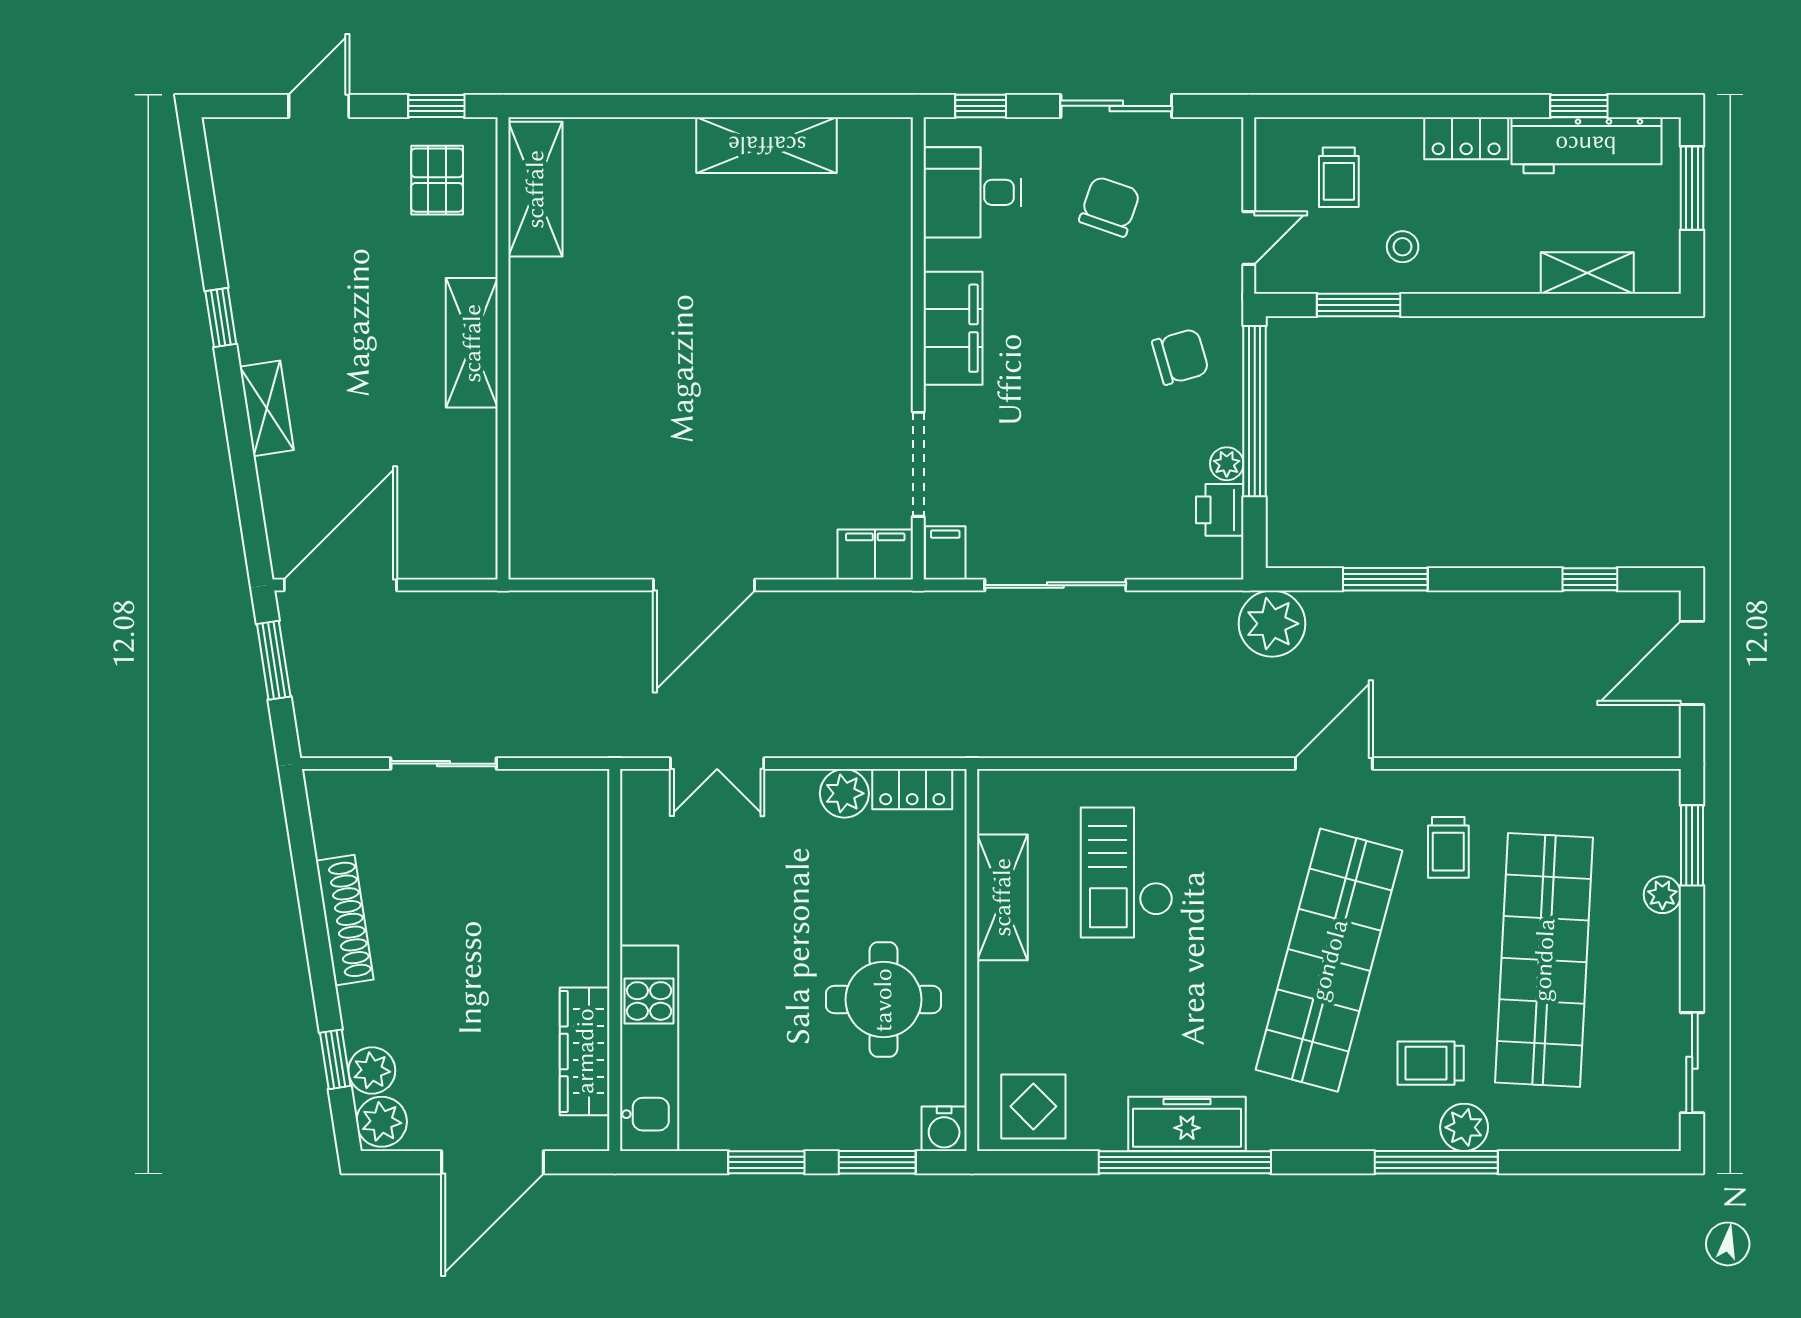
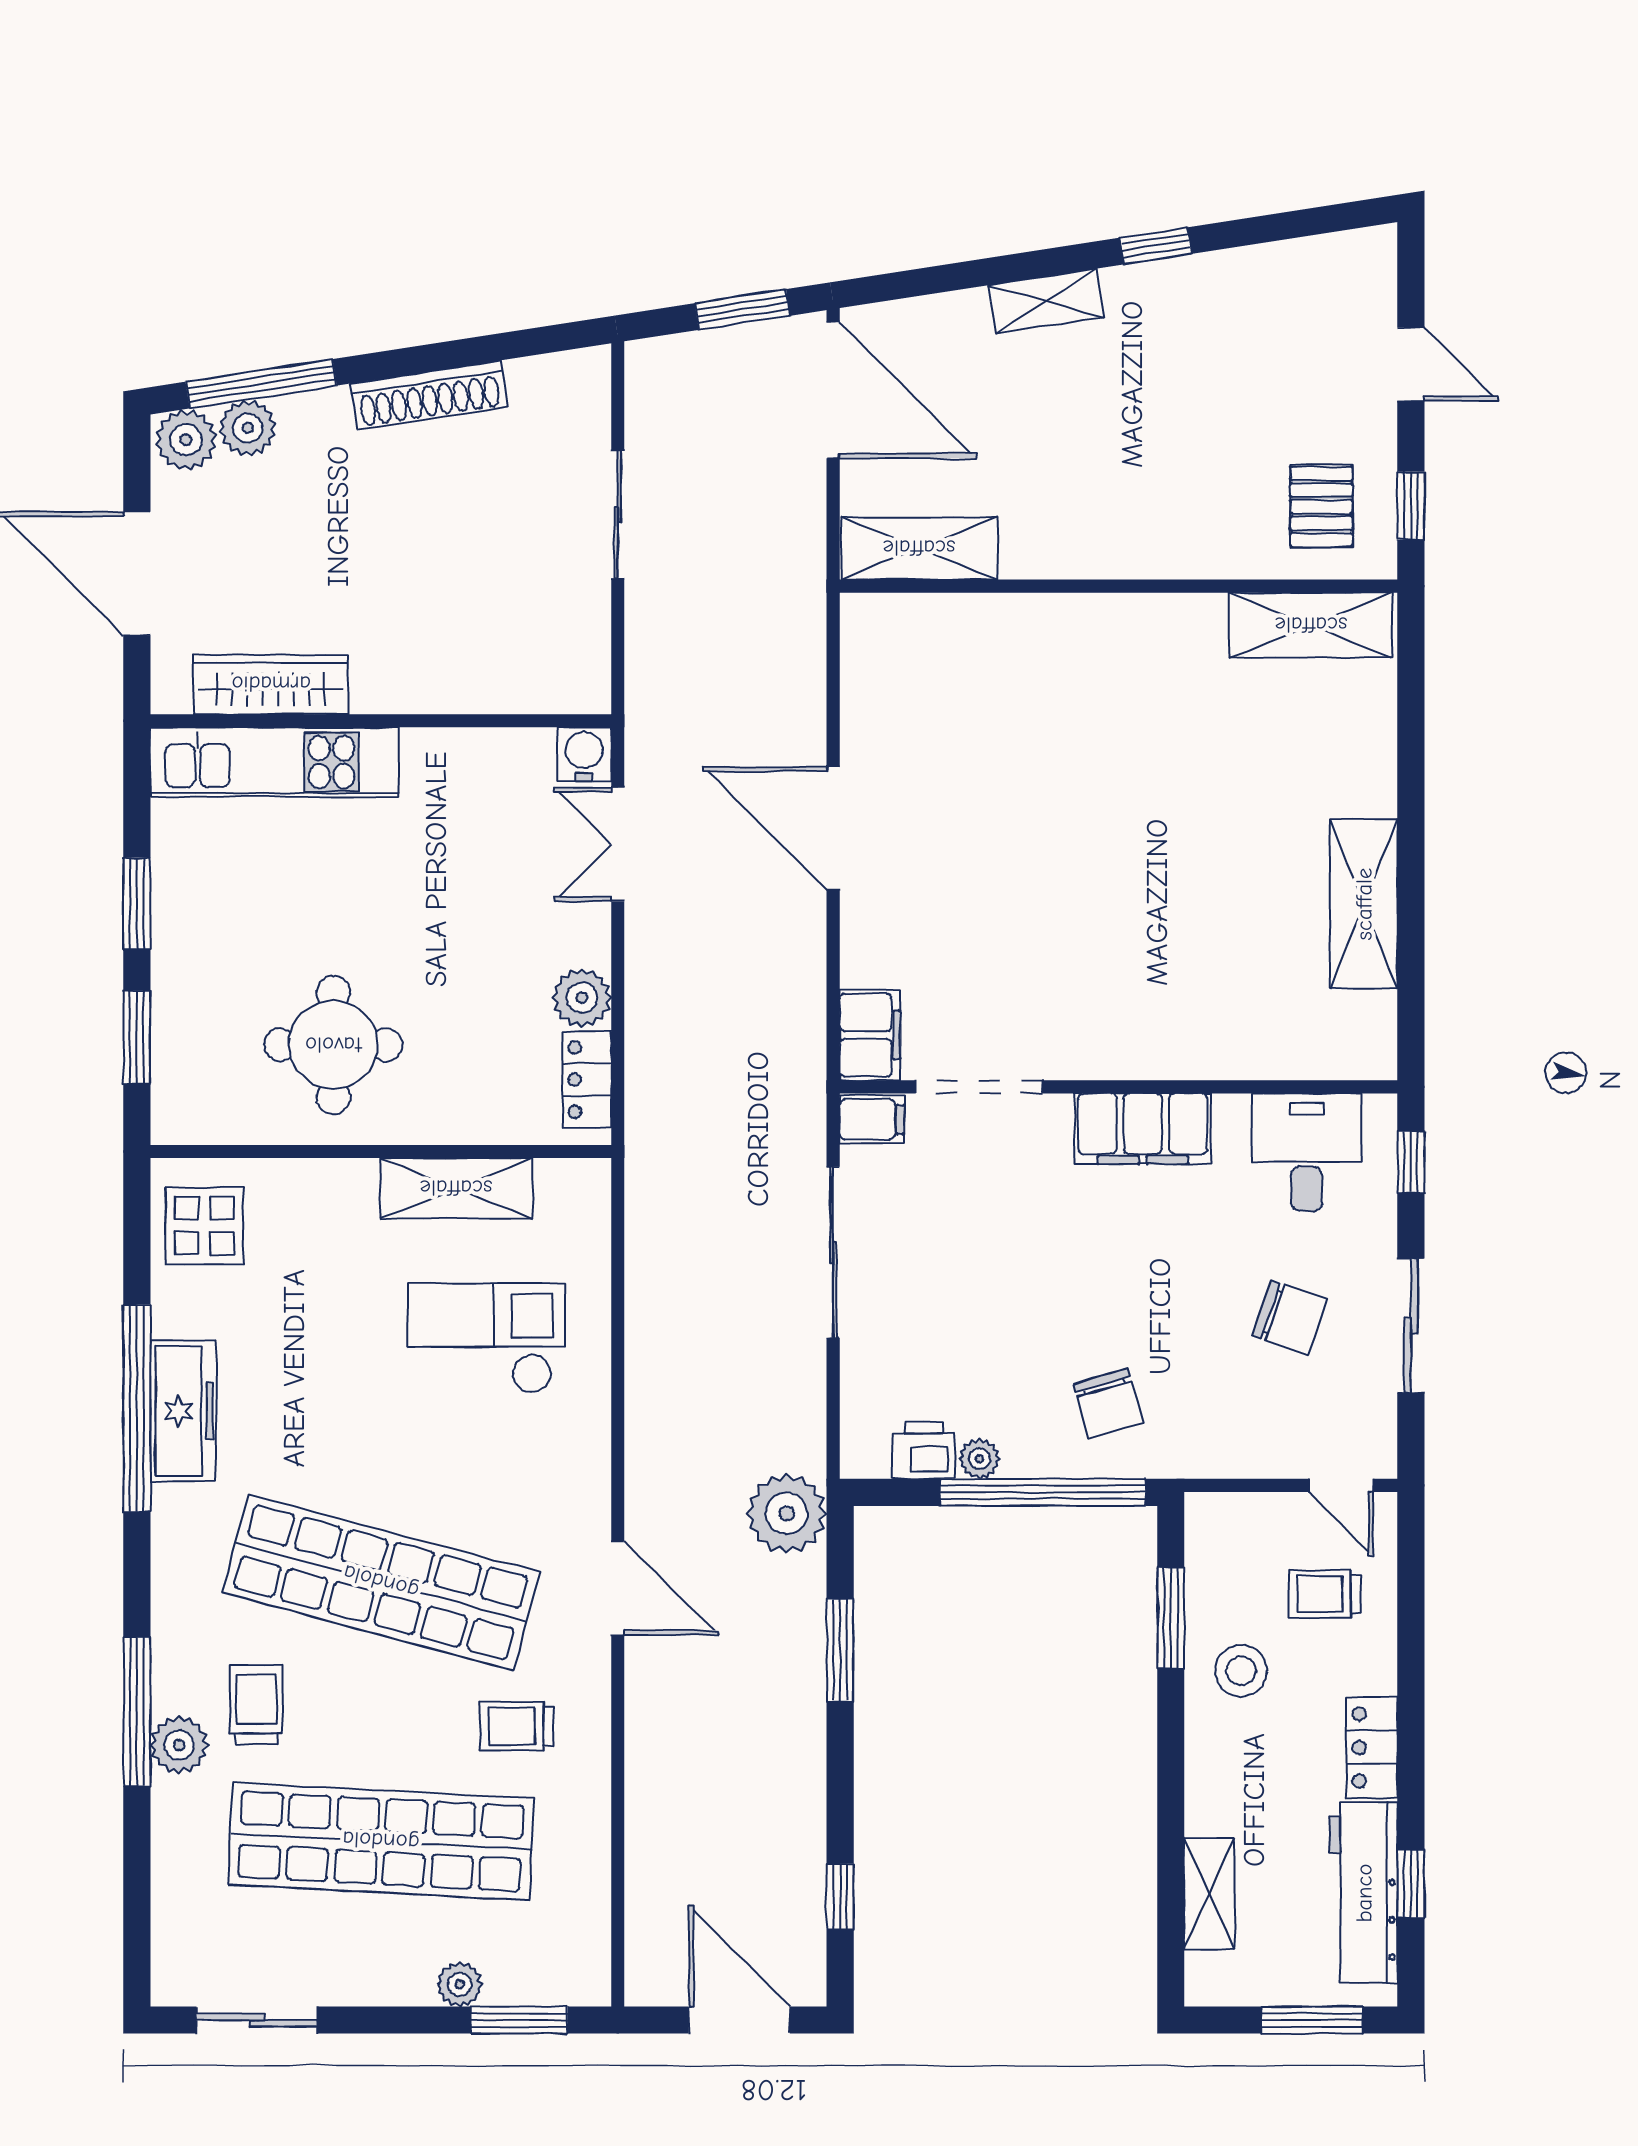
pallet: (437, 180) -> (1321, 507), turned 90
door: (1249, 238) -> (1341, 1485), moved
stool: (1403, 247) -> (1241, 1671), width x1.37, depth x1.37
shelving: (472, 343) -> (919, 548), moved
window: (335, 1059) -> (261, 384), width x2.17
water cooler: (944, 1129) -> (584, 754), moved, turned 90

